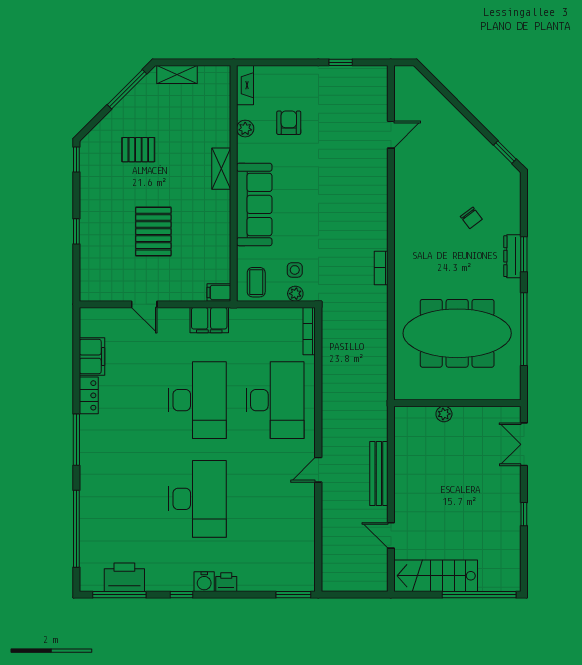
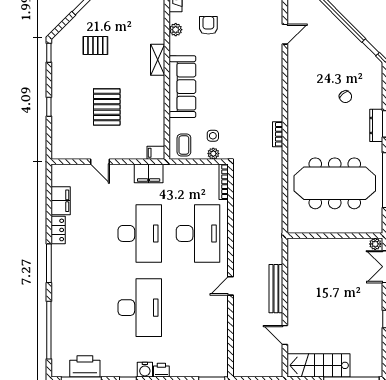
plant: (444, 414) -> (375, 244), moved

